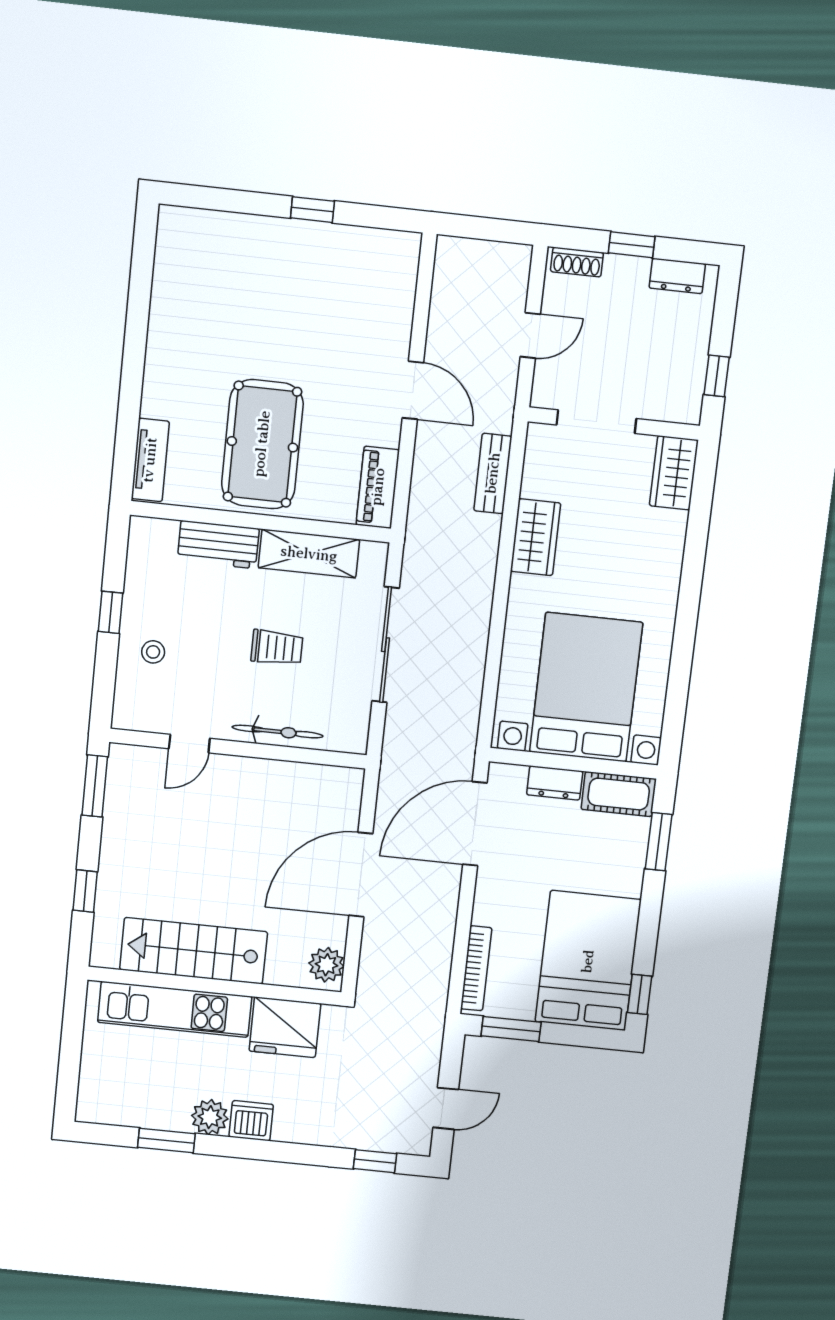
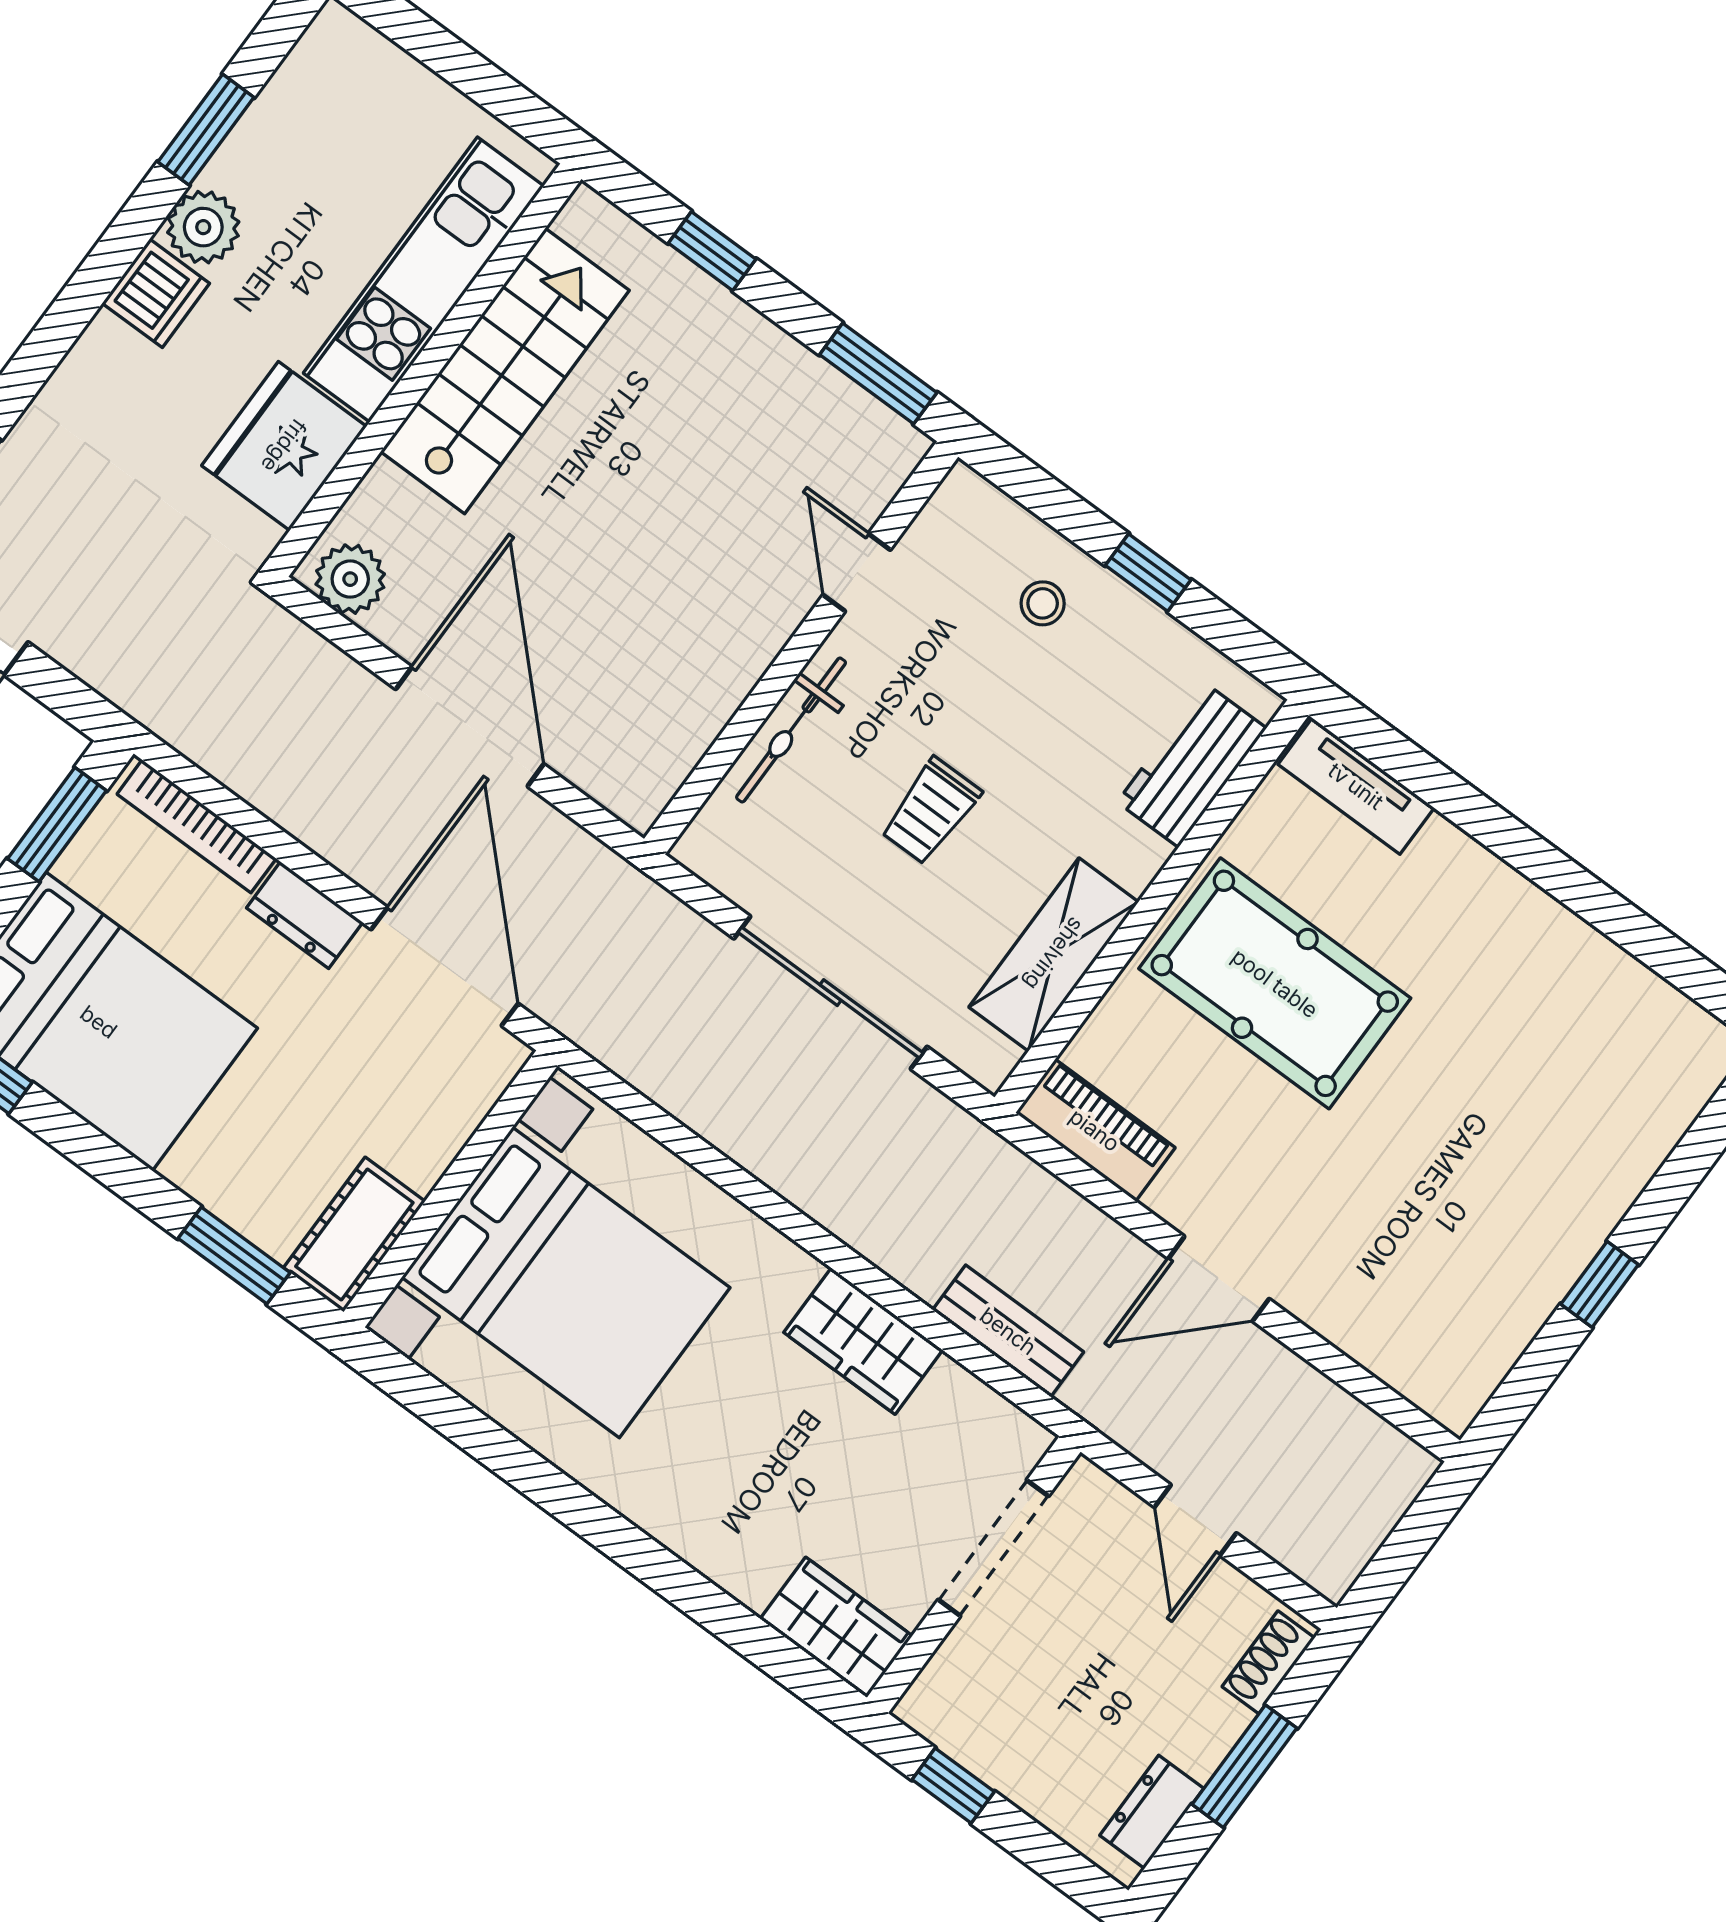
window: (632, 245) -> (1244, 1766), width x1.50
workbench: (218, 545) -> (1192, 765), moved
dresser: (555, 783) -> (305, 915), moved, turned -90

